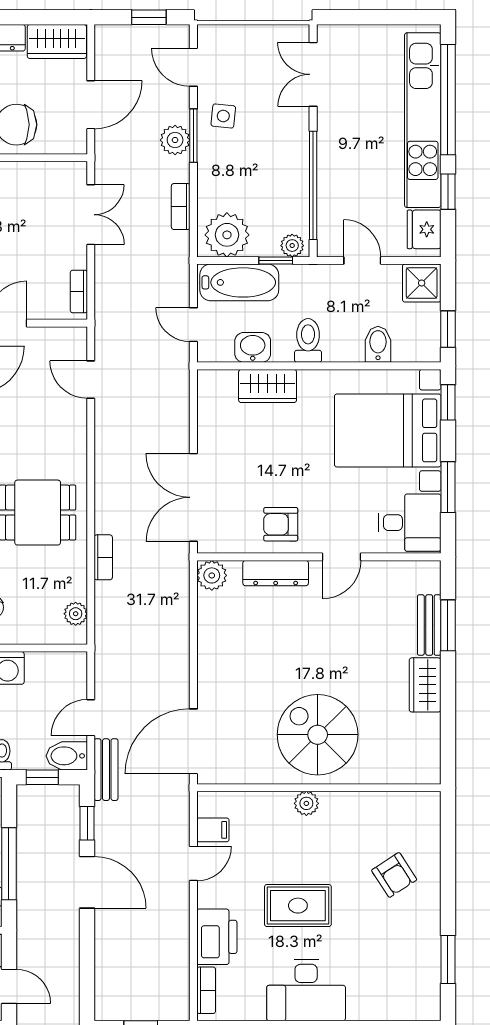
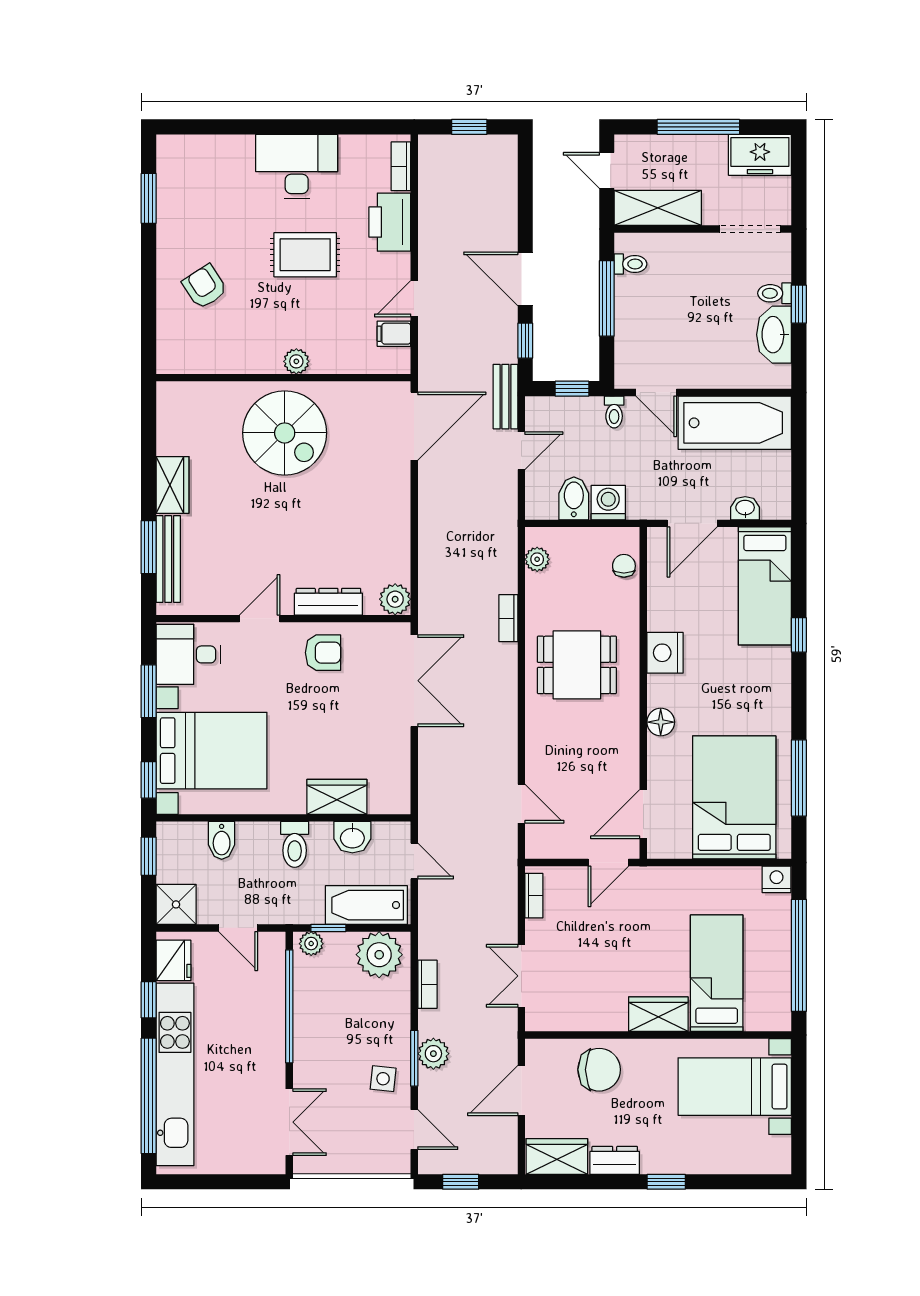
bench: (429, 625) -> (168, 559), width x1.36
bidet: (67, 756) -> (574, 498), moved, turned -90

